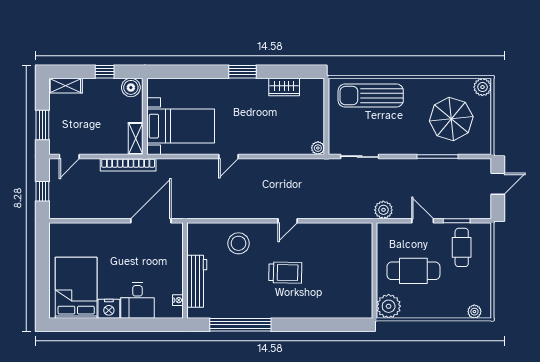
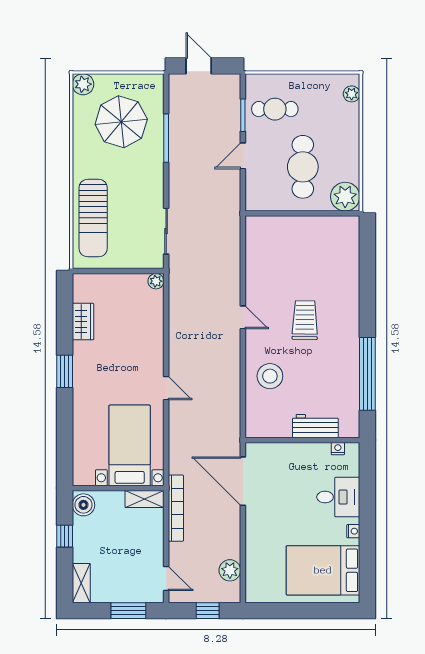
plant: (383, 210) -> (230, 570), moved
workbench: (197, 281) -> (315, 426), width x0.73
nightstand: (109, 309) -> (353, 531), width x0.53, depth x0.56

